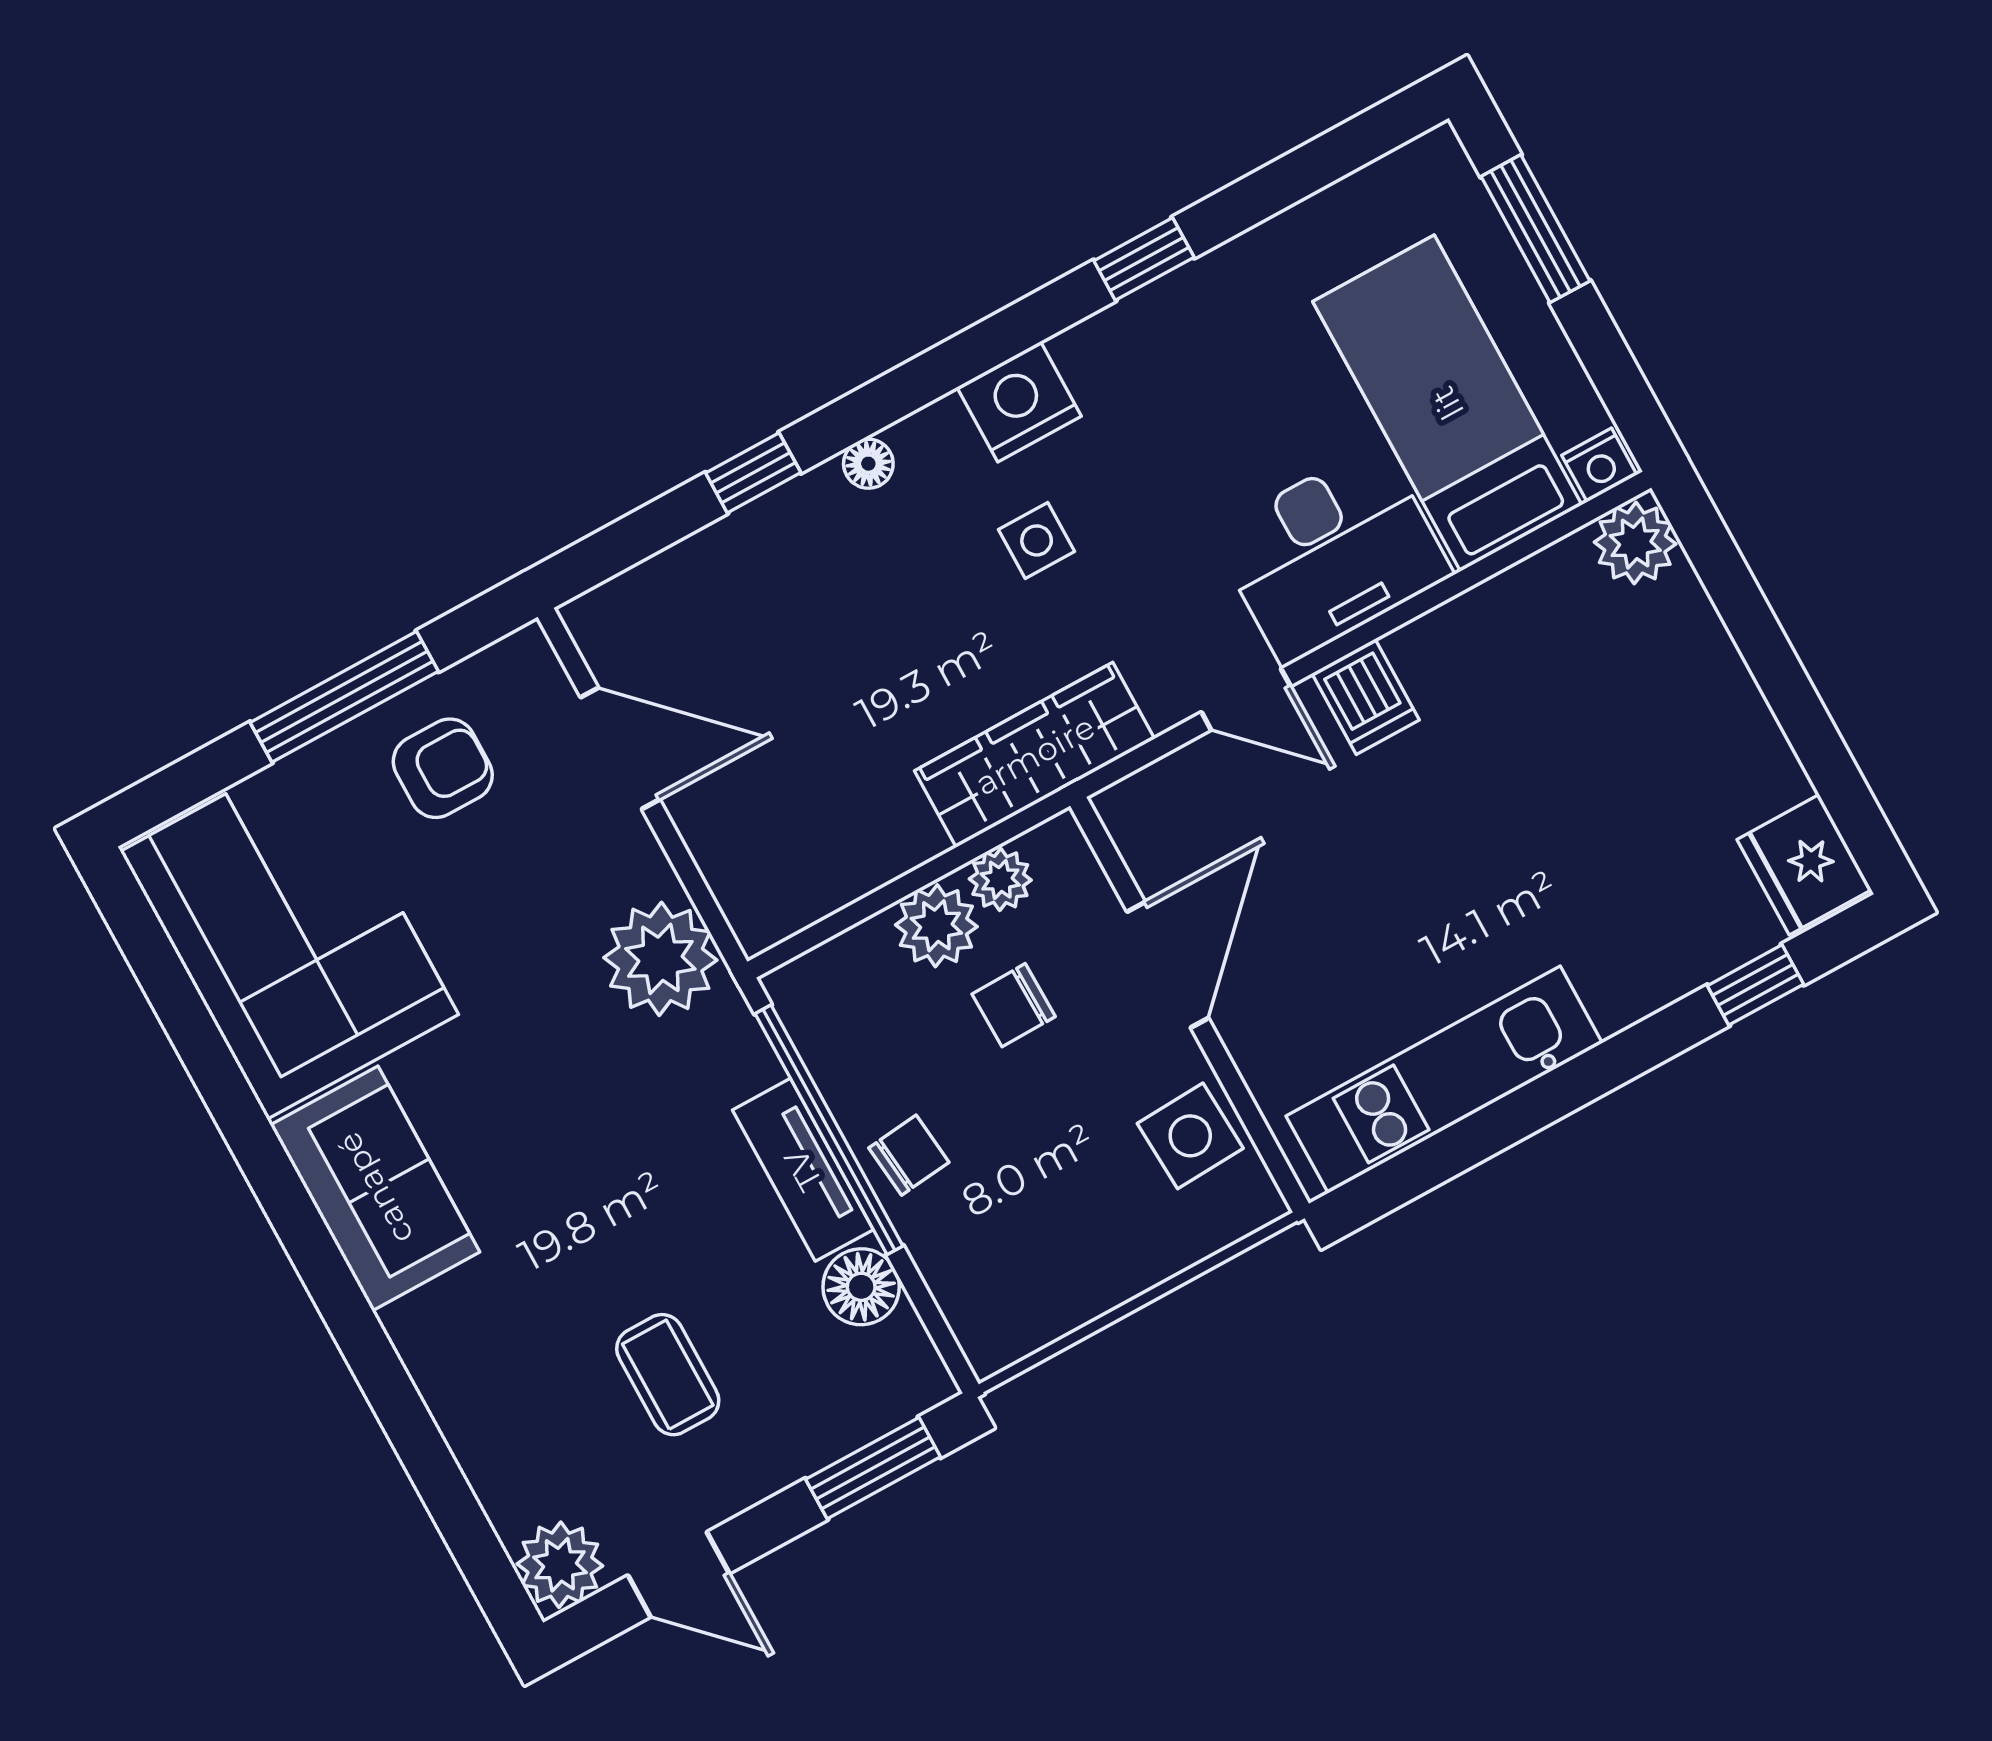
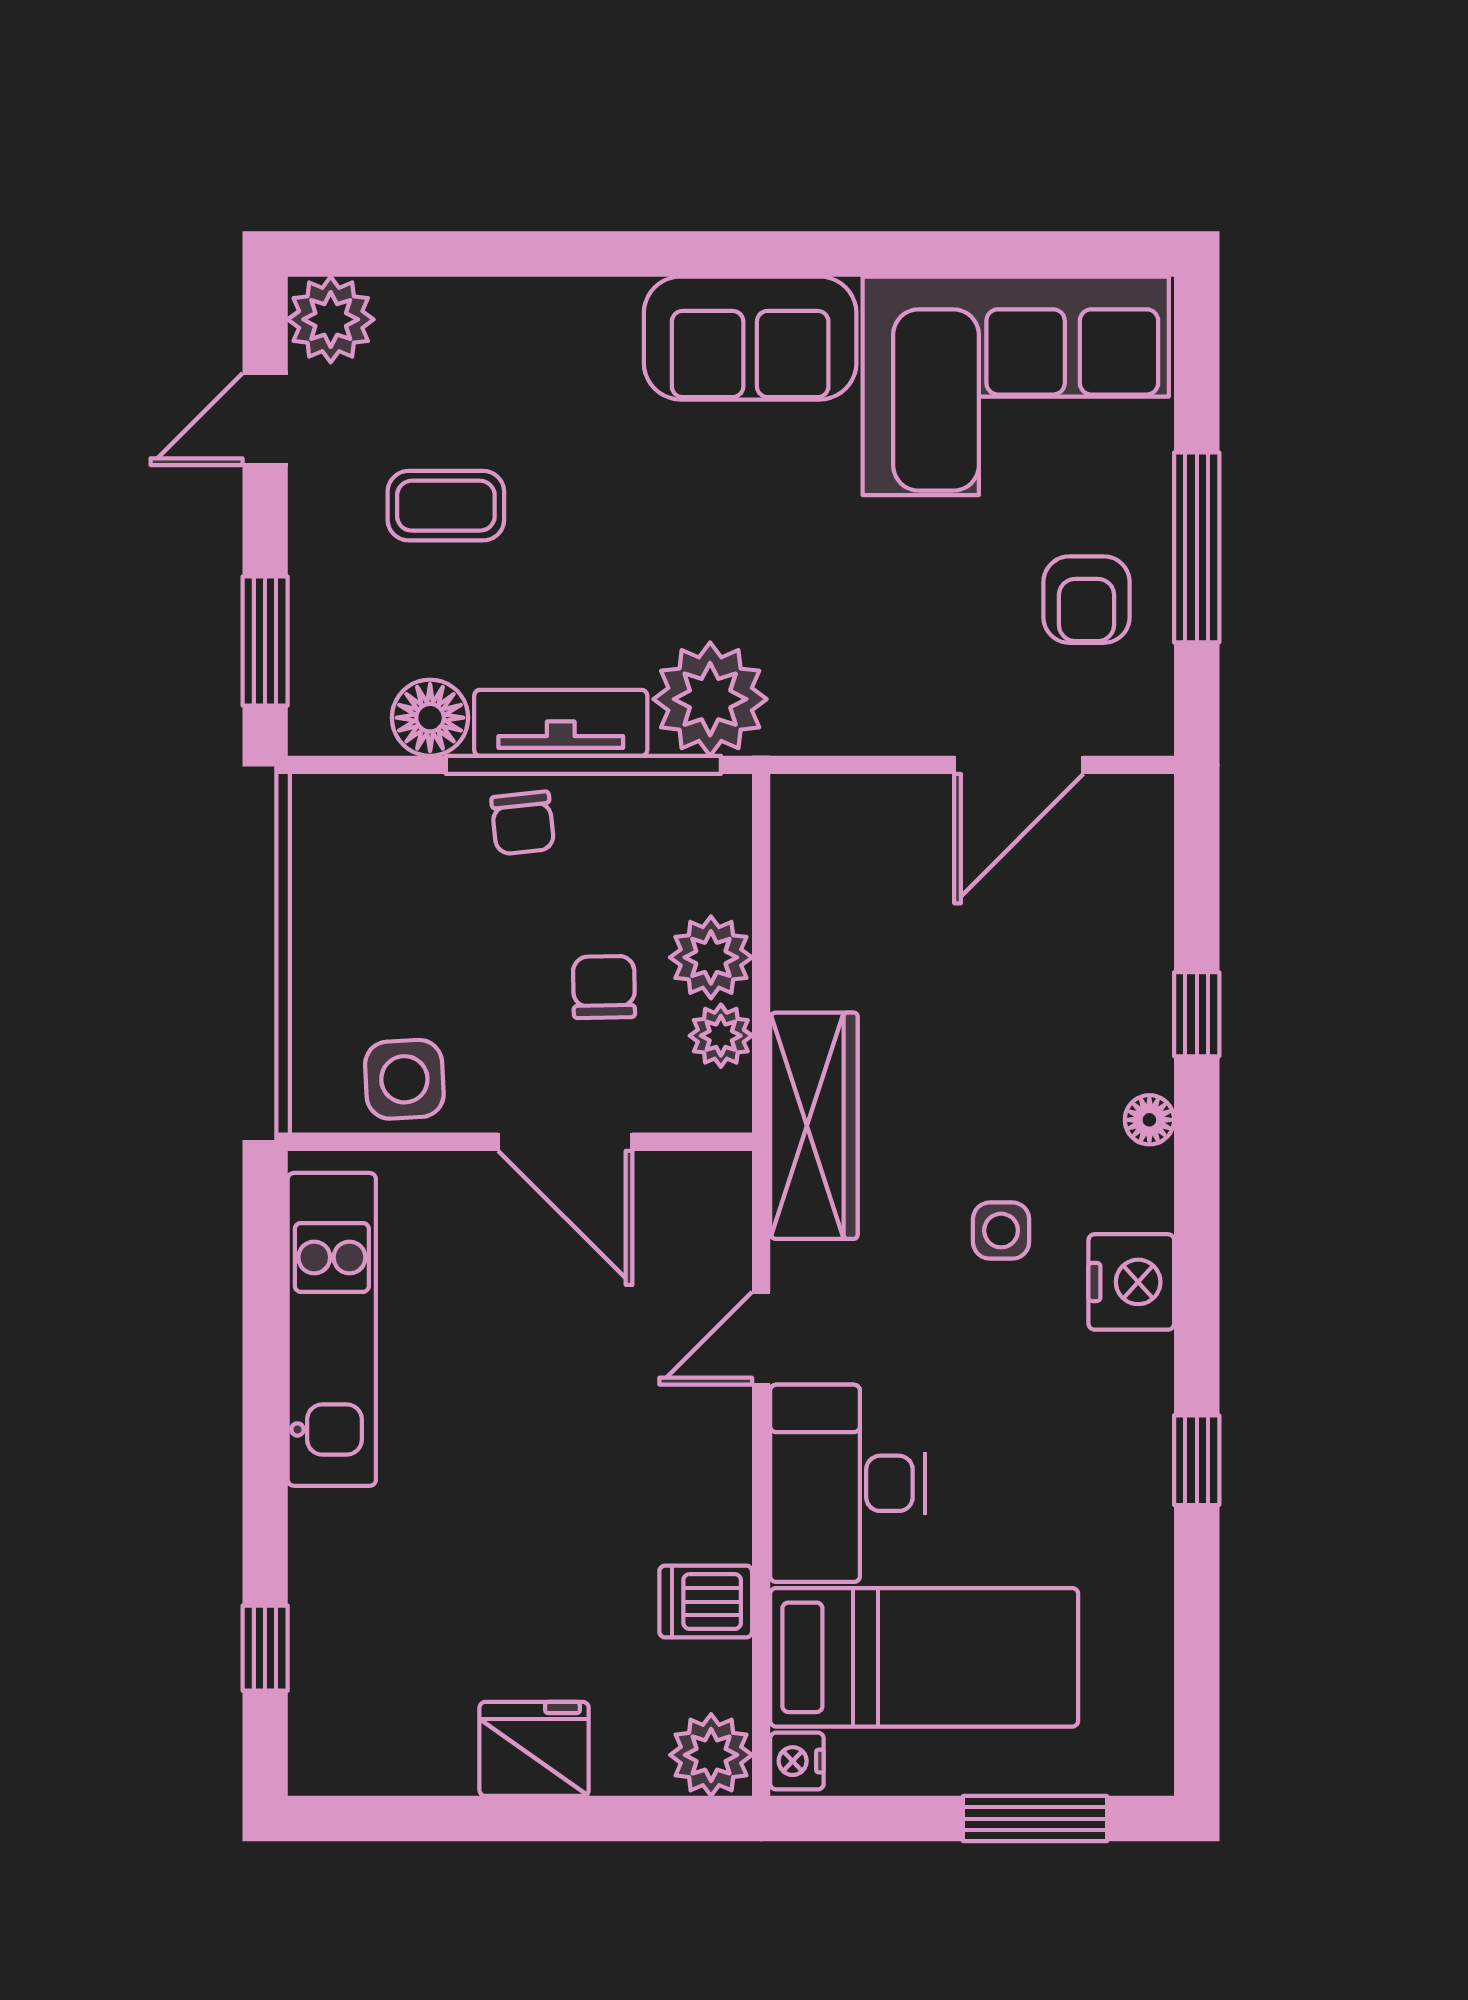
dishwasher: (1366, 697) -> (706, 1602), moved
fridge: (1804, 865) -> (534, 1749), moved
plant: (660, 959) -> (710, 699), moved

